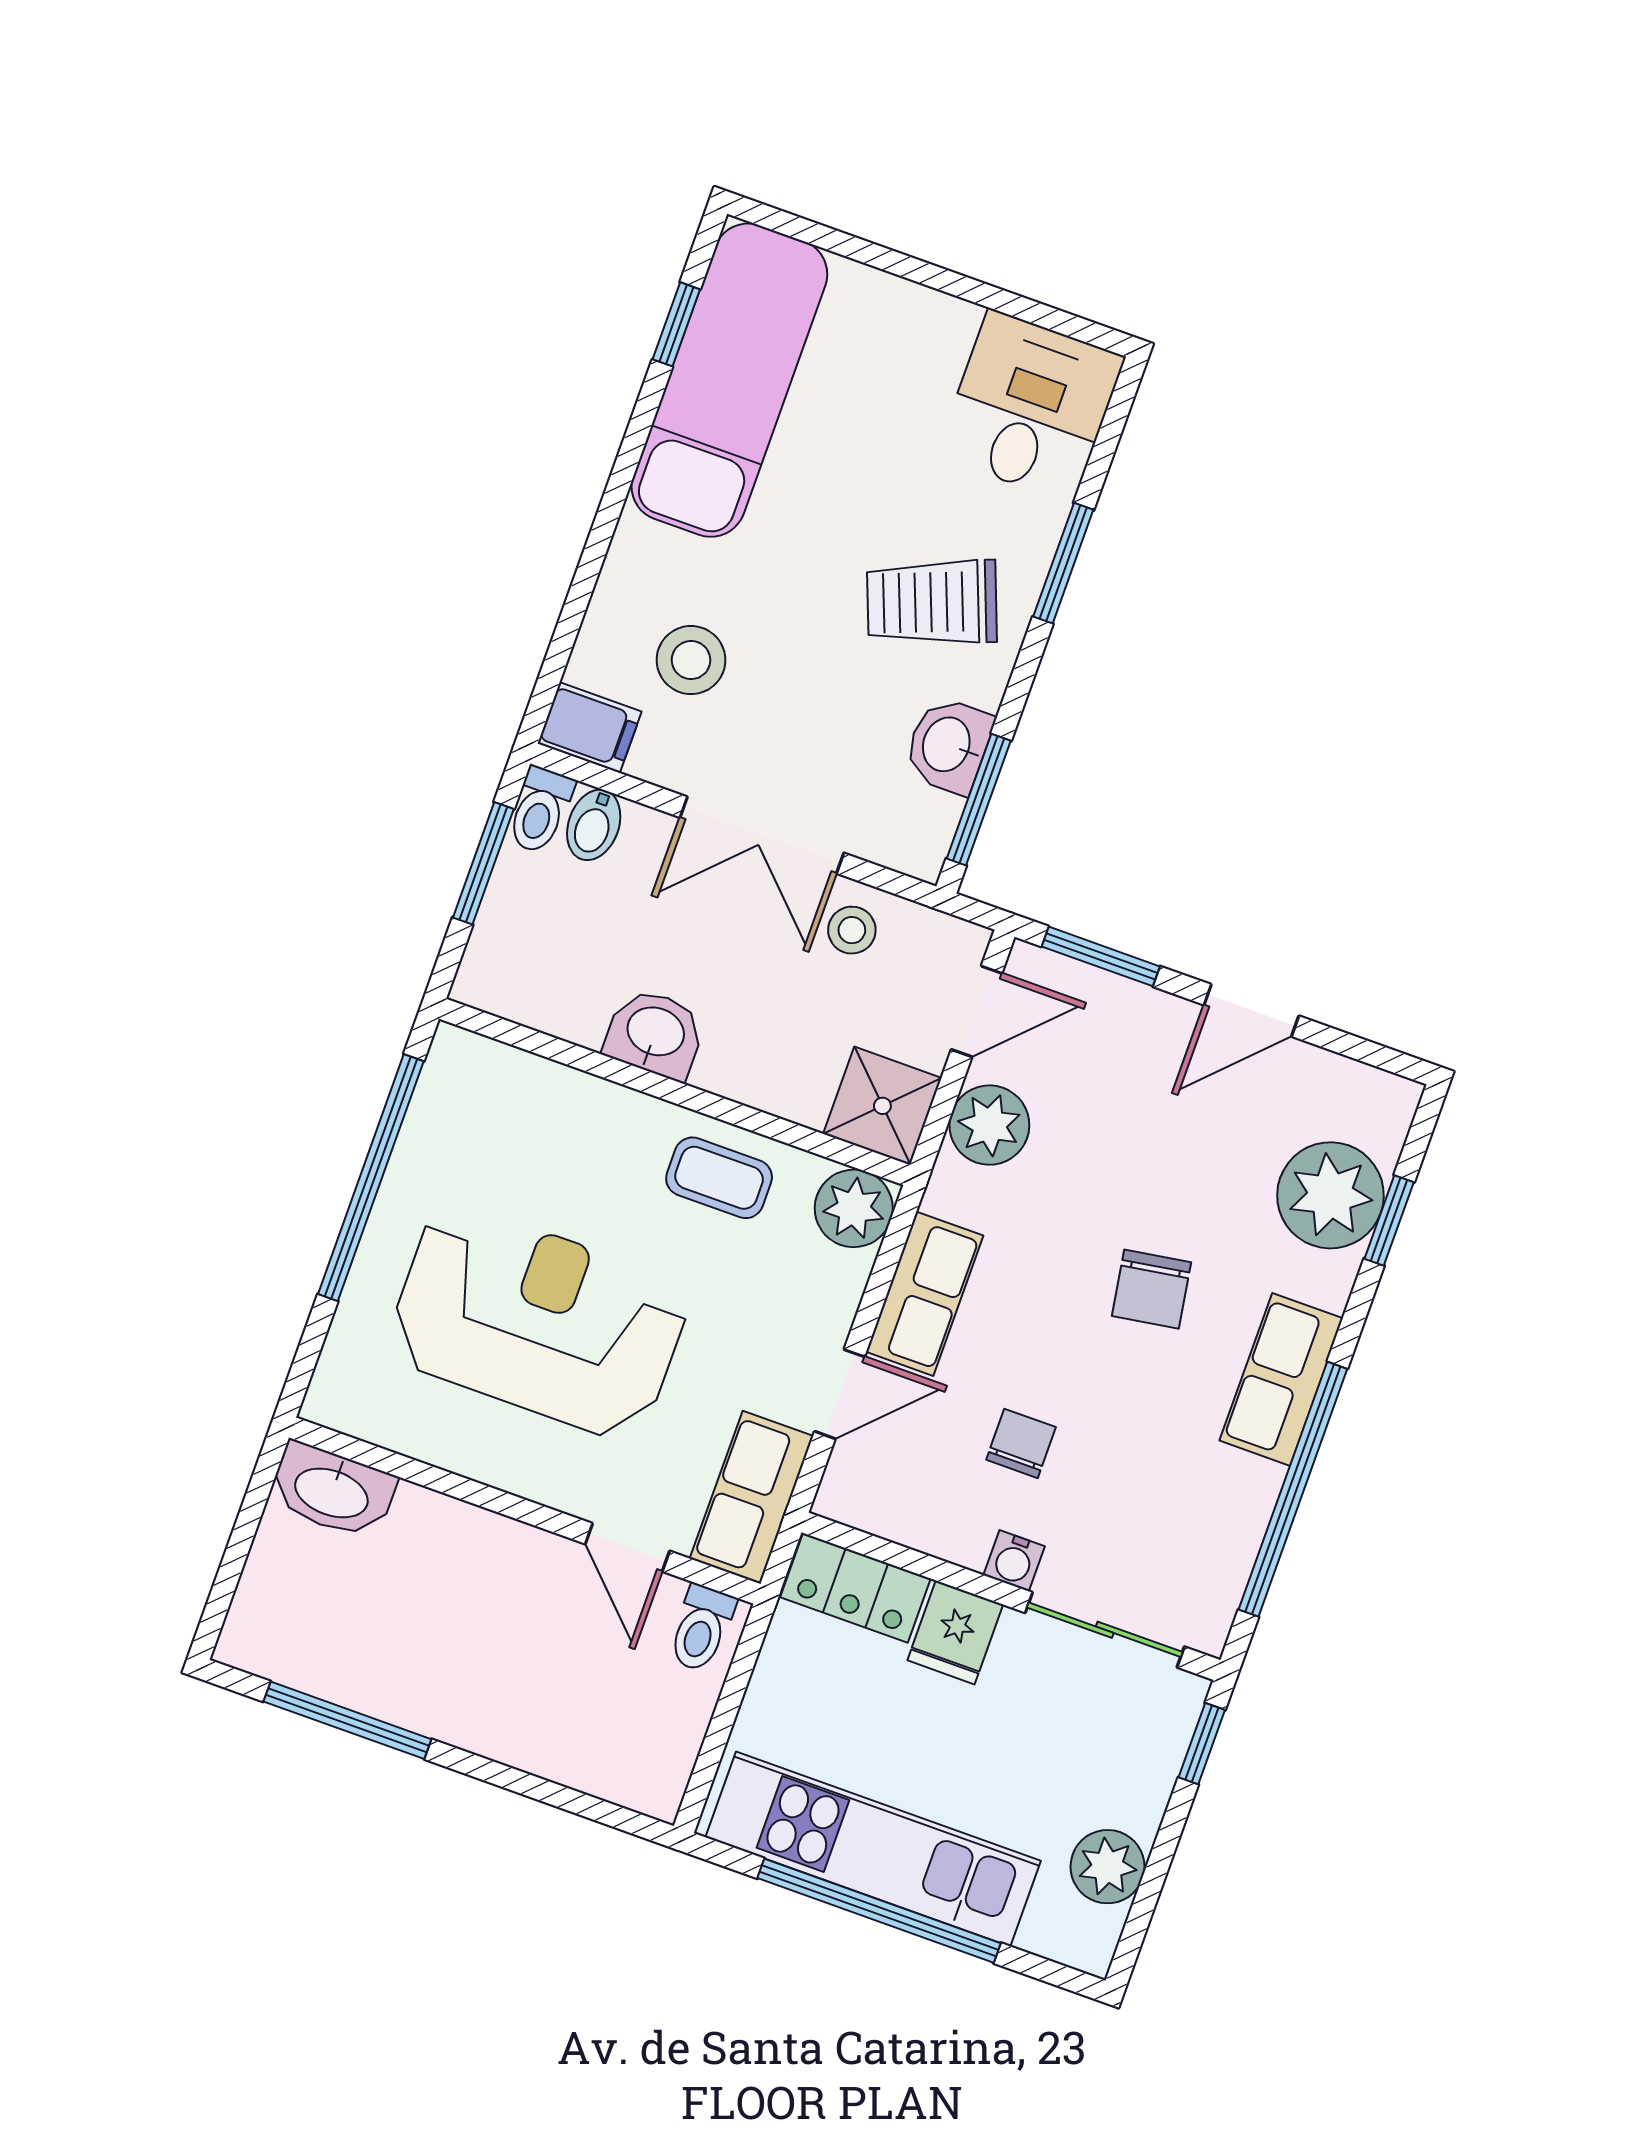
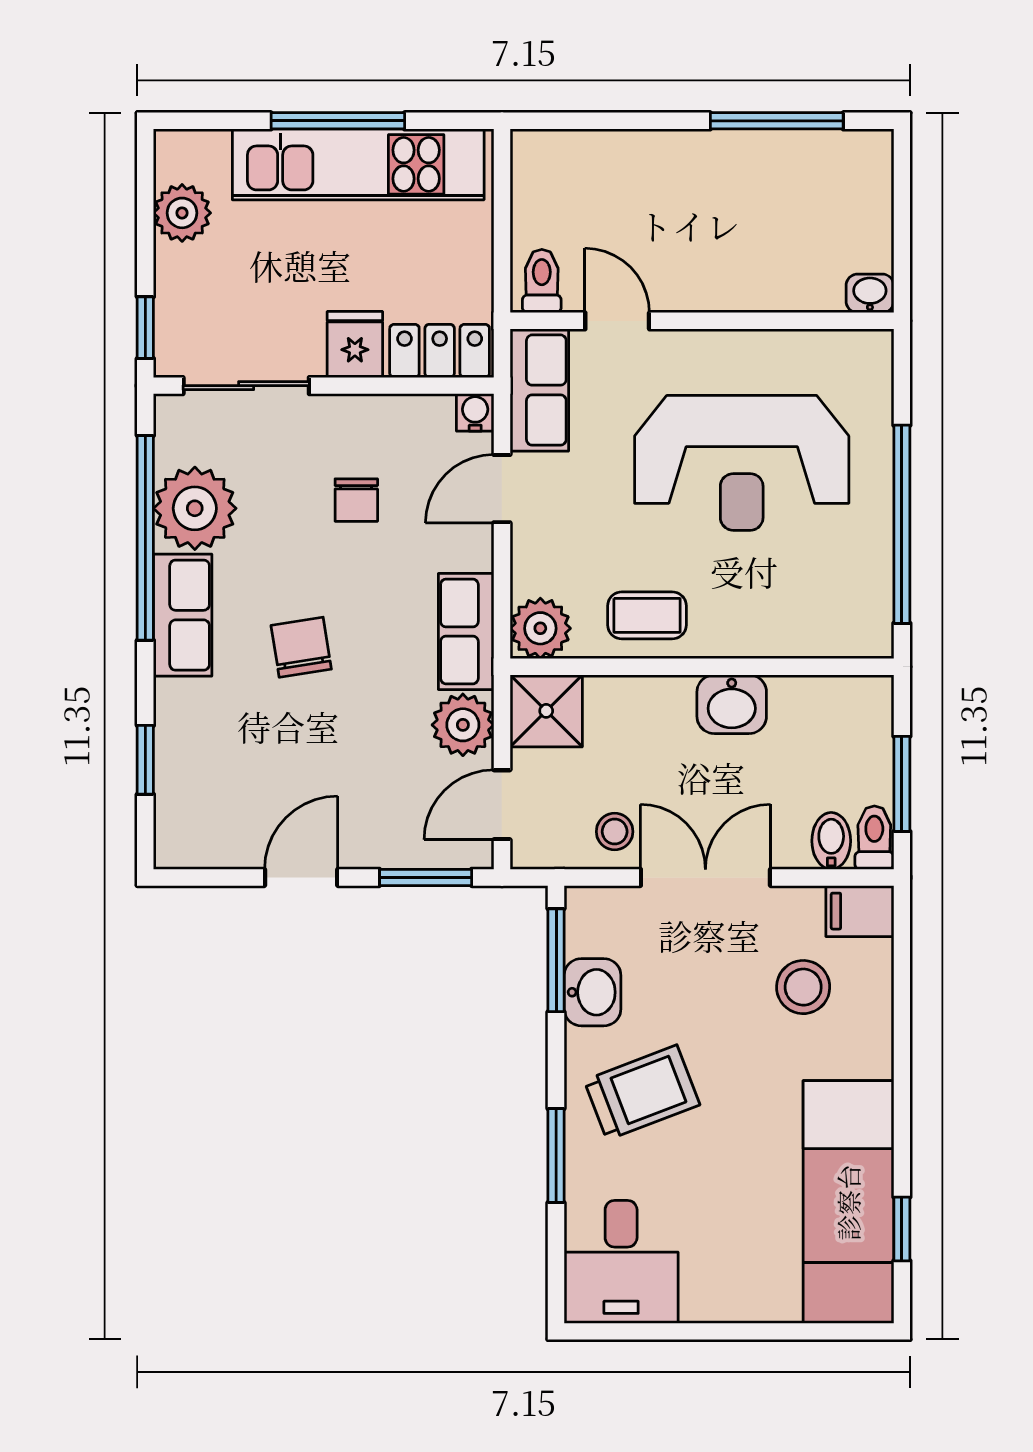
plant: (1330, 1195) -> (195, 508), moved
row of seats: (925, 1294) -> (466, 631), moved
washbasin: (332, 1491) -> (870, 293), width x0.52, depth x0.69
water cooler: (1014, 1561) -> (475, 412), moved
window: (879, 1911) -> (338, 121), width x0.68

